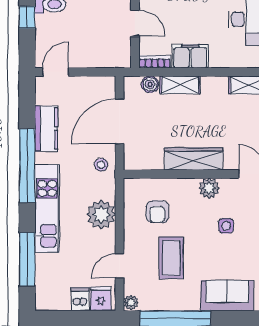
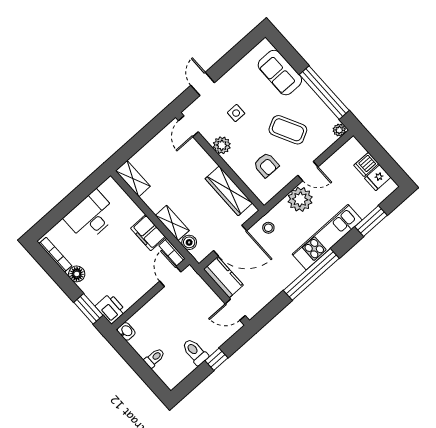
door: (135, 23) -> (170, 277), moved
kitchen counter: (46, 128) -> (223, 277), moved, turned 90
wardrobe: (194, 159) -> (229, 191), moved
armchair: (157, 212) -> (266, 165), turned 90
coffee table: (171, 258) -> (288, 130), turned 63
window: (27, 259) -> (371, 221), width x0.69
door: (120, 266) -> (308, 171), moved
fridge: (101, 299) -> (378, 178), moved

